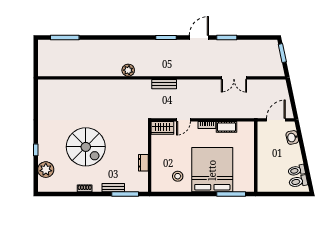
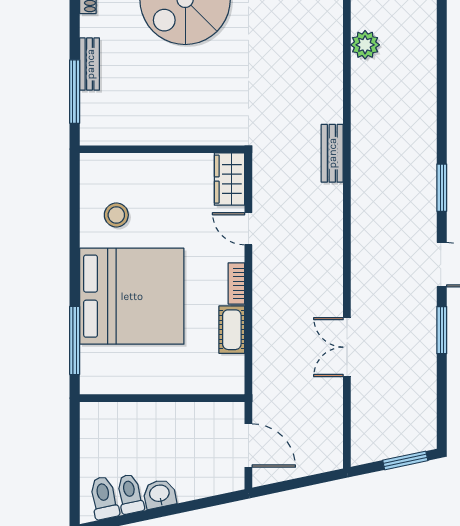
plant: (128, 70) -> (365, 45), moved
bench: (164, 84) -> (332, 153), moved
washbasin: (292, 137) -> (160, 494), moved
dresser: (143, 163) -> (148, 135), removed

